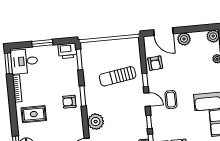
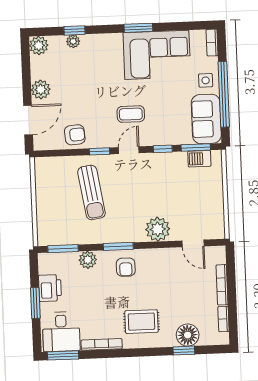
printer: (67, 51) -> (50, 288), moved
plant: (73, 76) -> (88, 260), added
rug: (34, 114) -> (141, 322), turned 90

